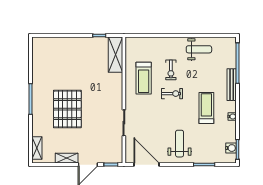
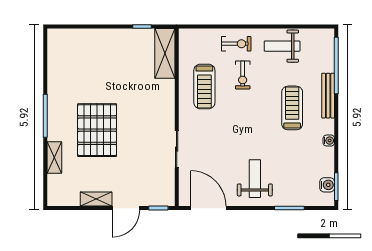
weight bench: (199, 49) -> (282, 46), turned 180
exercise bike: (172, 94) -> (236, 44), moved
treadmill: (206, 108) -> (292, 108), moved
shelving: (37, 148) -> (54, 158), moved

